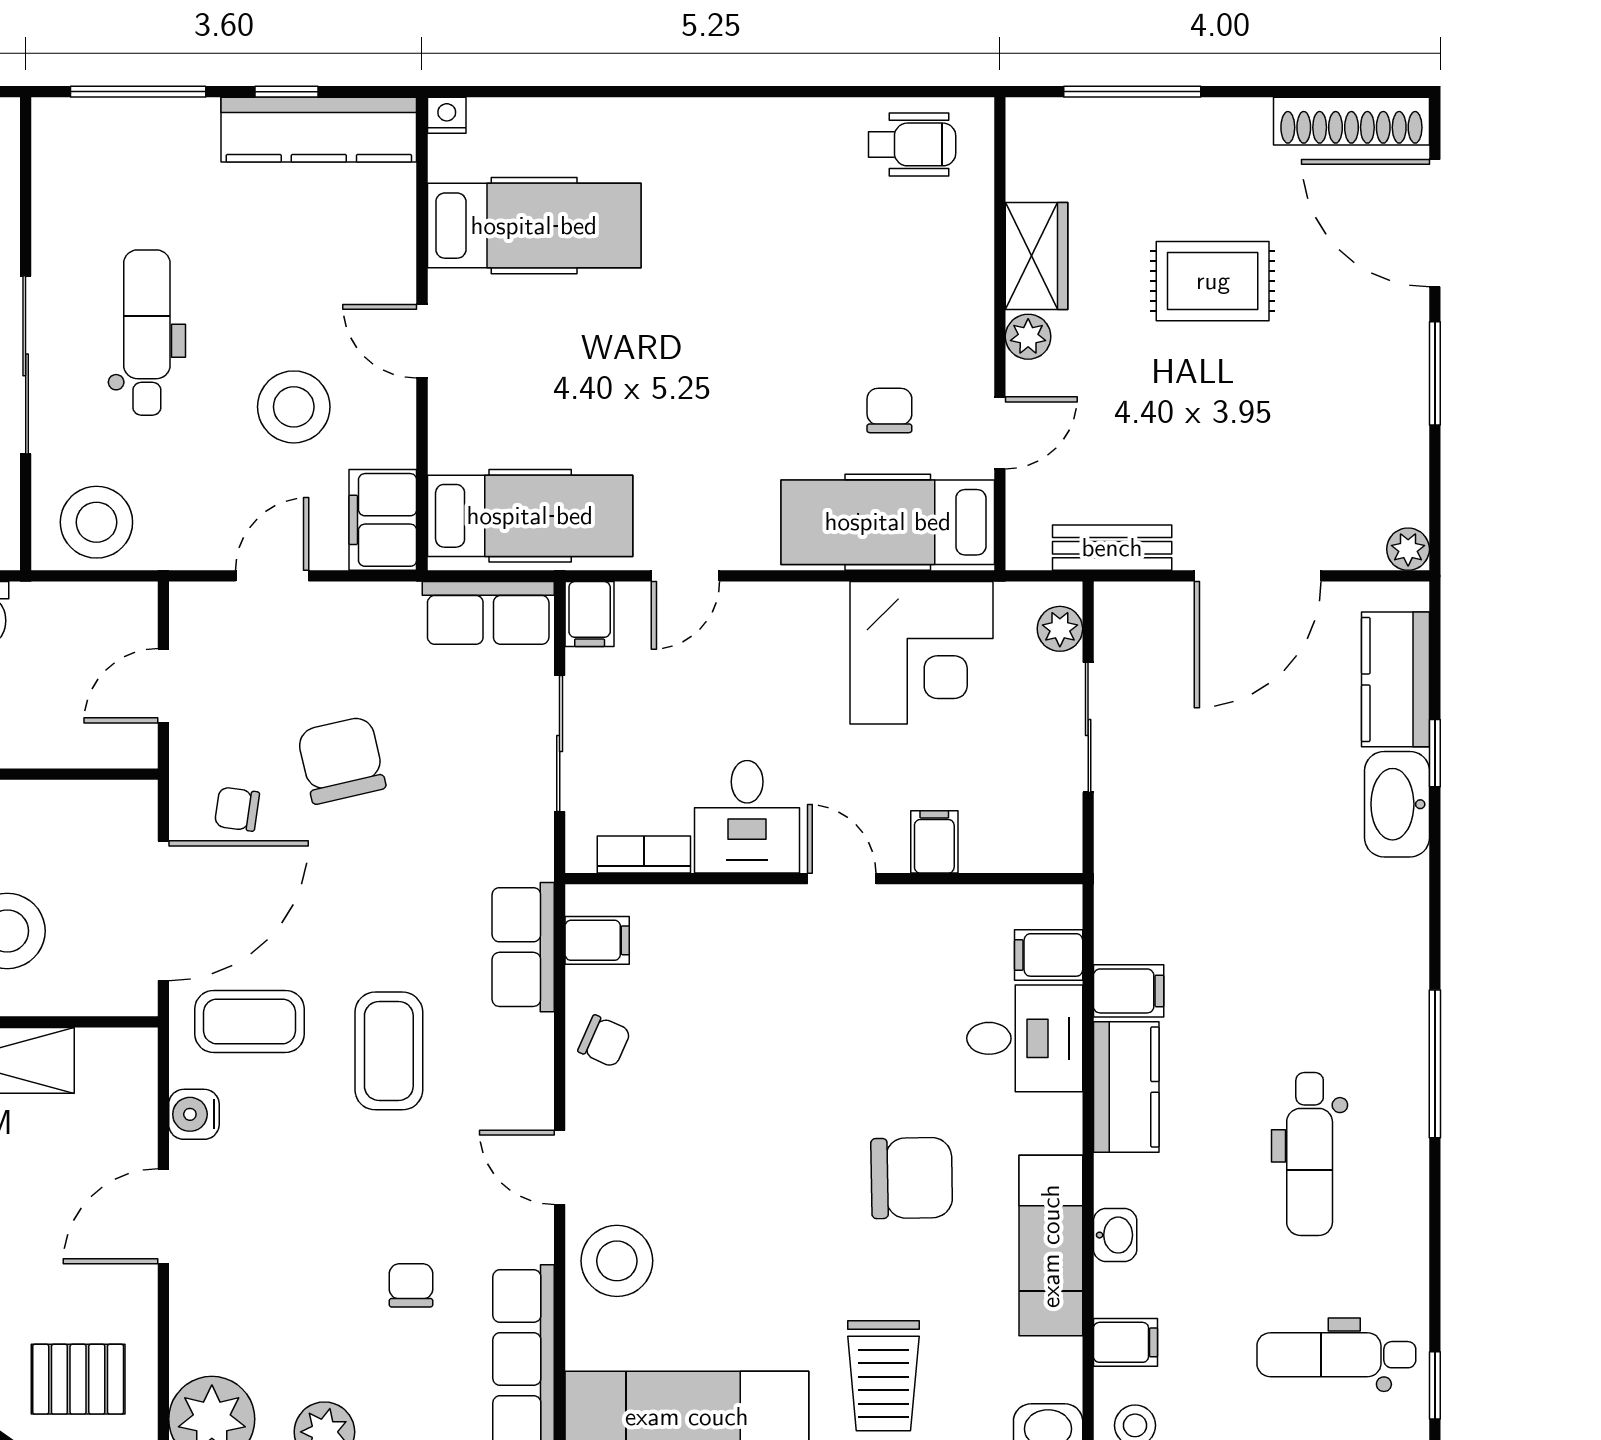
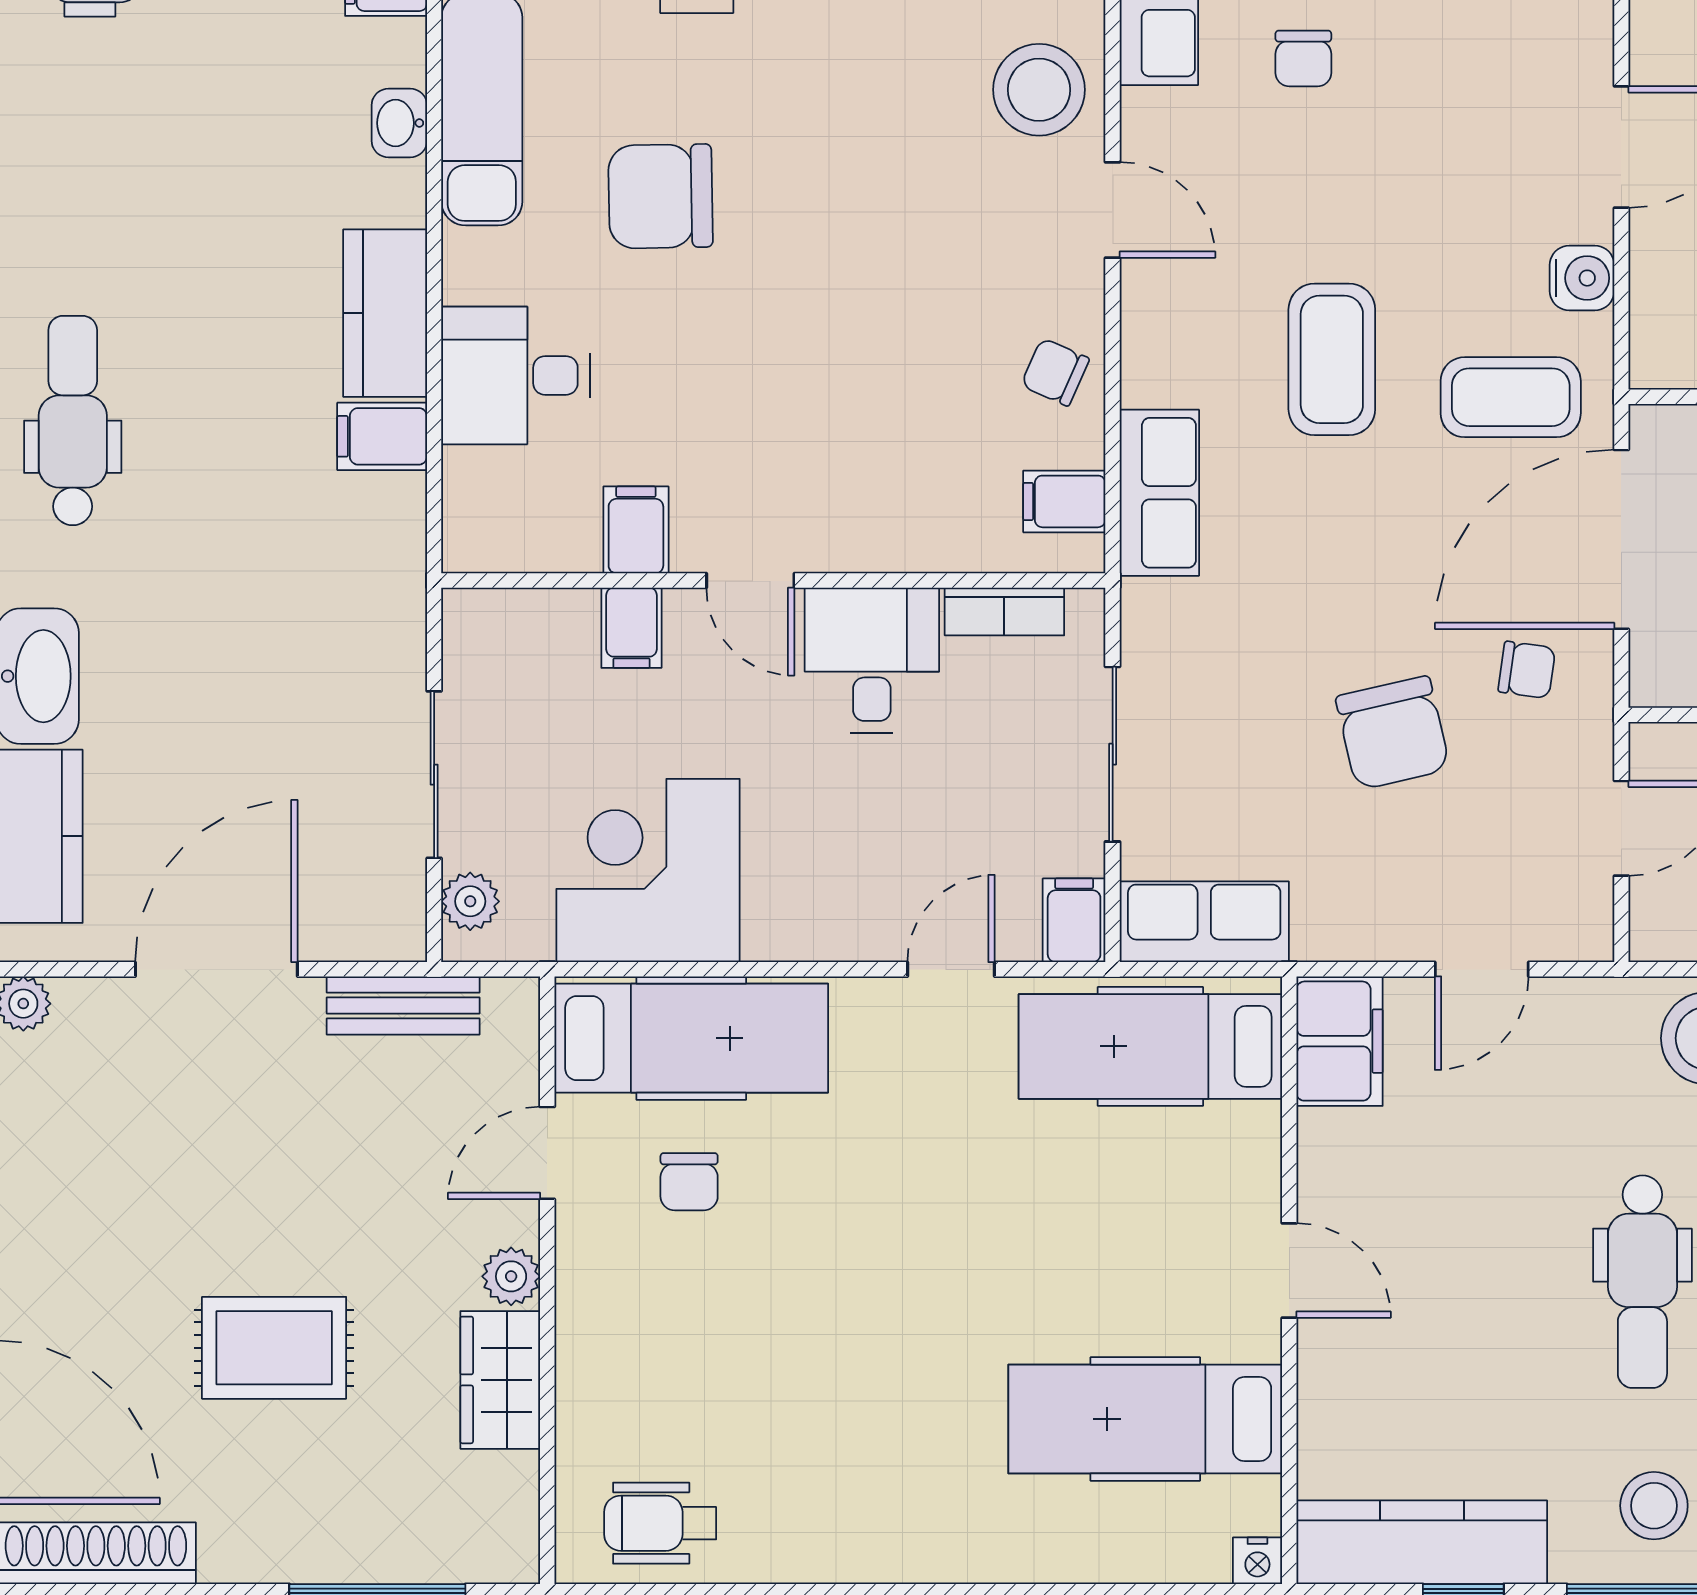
stool: (294, 407) -> (1654, 1506), moved, width x0.73, depth x0.73
filing cabinet: (1049, 955) -> (636, 530), moved, turned -90
dental chair: (1310, 1154) -> (73, 421), moved

